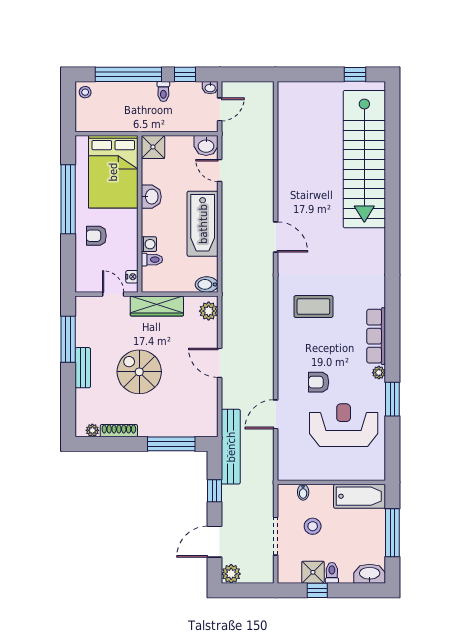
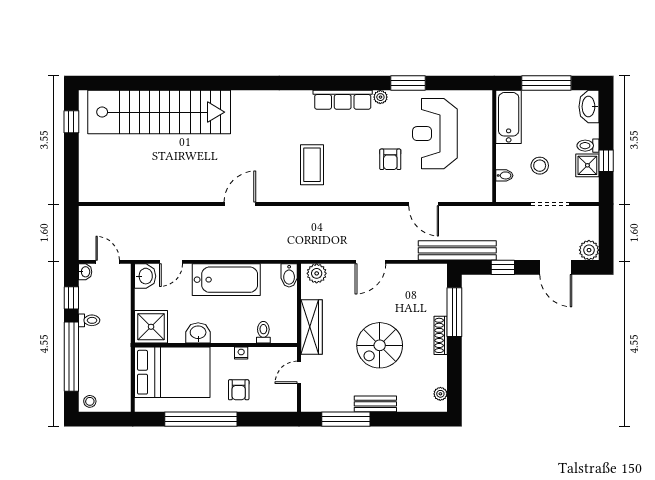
shower: (153, 147) -> (151, 327), width x1.36, depth x1.36
washing machine: (149, 244) -> (247, 335), removed
nightstand: (132, 277) -> (241, 353), moved
shoe rack: (119, 431) -> (441, 335), moved

